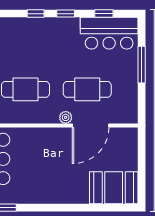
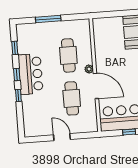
bar counter: (109, 33) -> (31, 74), moved
door: (91, 125) -> (96, 86), moved

